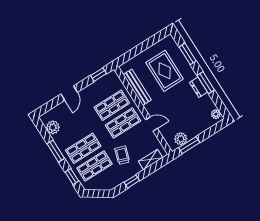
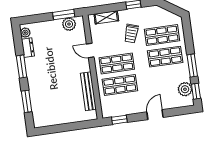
rug: (165, 71) -> (55, 95), removed
dresser: (198, 87) -> (28, 48), moved
window: (72, 177) -> (196, 91), moved

